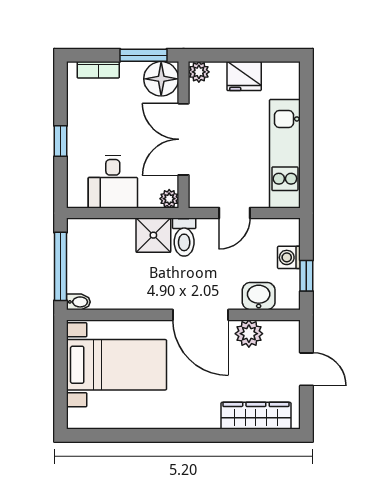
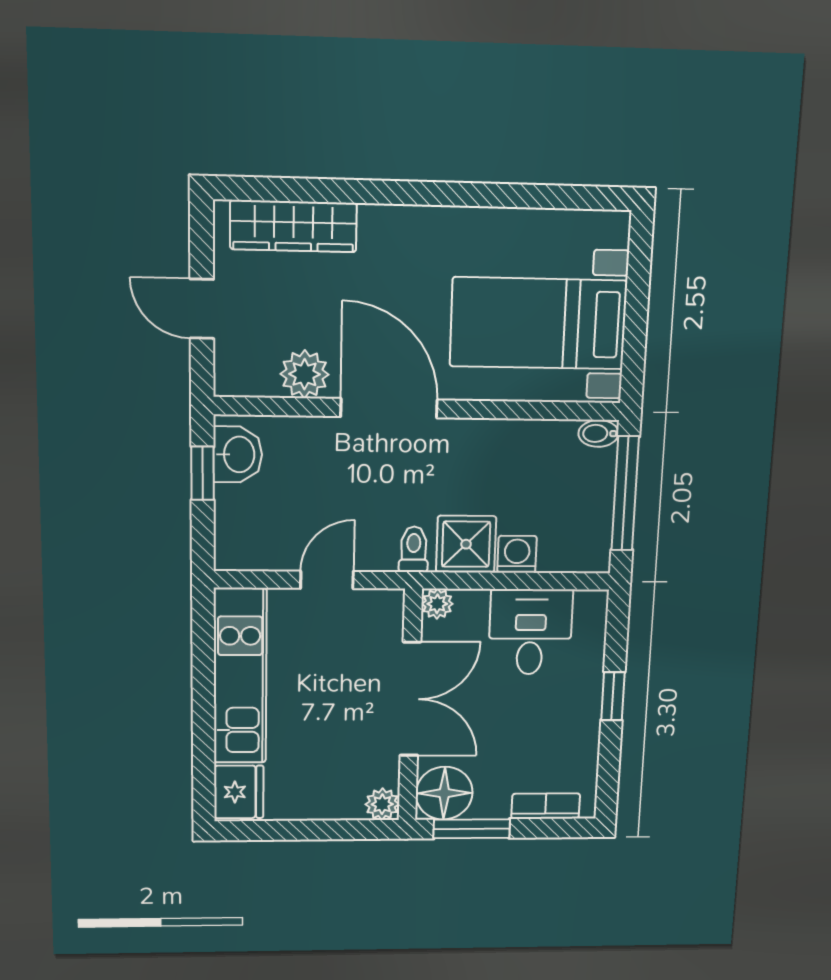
fridge: (244, 76) -> (239, 792), moved, turned 90
toilet: (184, 237) -> (414, 549), width x0.73, depth x0.72
washing machine: (289, 257) -> (517, 554), moved, turned -90
washbasin: (259, 296) -> (238, 454), moved, turned -90

